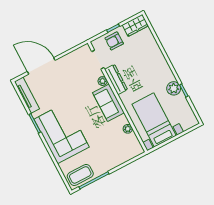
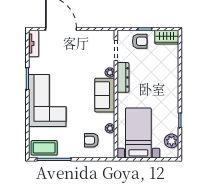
armchair: (114, 41) -> (140, 41), turned 180
plant: (174, 88) -> (172, 141), moved
tv unit: (27, 95) -> (34, 43), width x0.71
armchair: (117, 147) -> (91, 140), added

